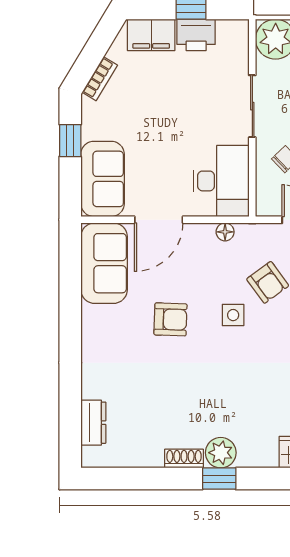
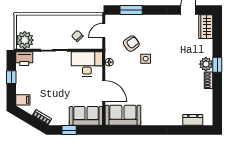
filing cabinet: (151, 35) -> (23, 100), width x0.50
printer: (196, 35) -> (24, 59), moved, turned 90
armchair: (170, 319) -> (148, 86), removed

